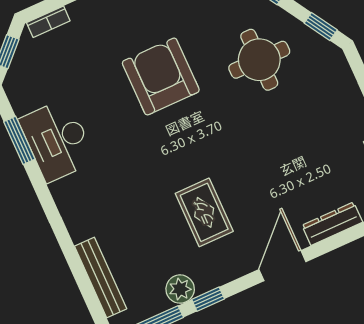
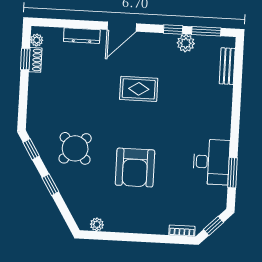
round table: (259, 60) -> (75, 148), turned 45
rug: (204, 212) -> (139, 89), moved, turned 90
bench: (101, 277) -> (227, 66), width x0.73

